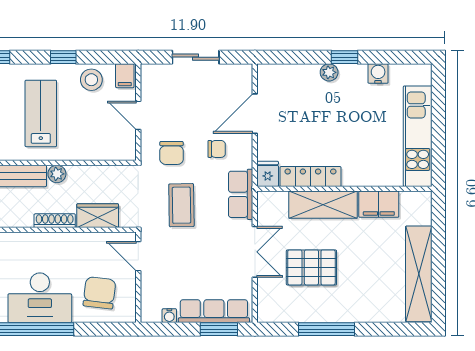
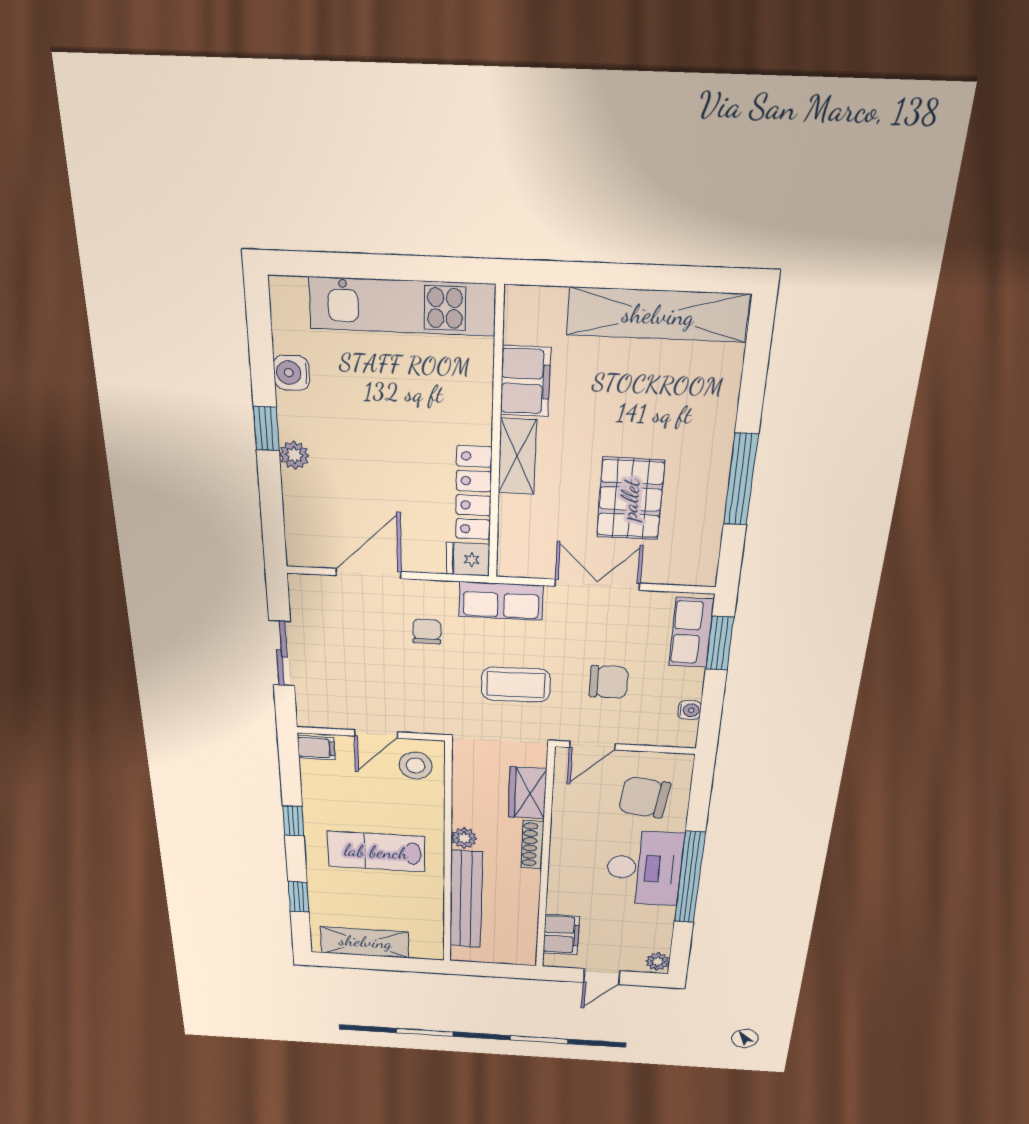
stool: (91, 80) -> (416, 765), moved
door: (255, 114) -> (368, 574), swing flipped
chair: (172, 153) -> (608, 682), moved
shelving: (323, 205) -> (517, 456), width x0.67, depth x0.75
row of seats: (214, 311) -> (691, 632), width x0.68

